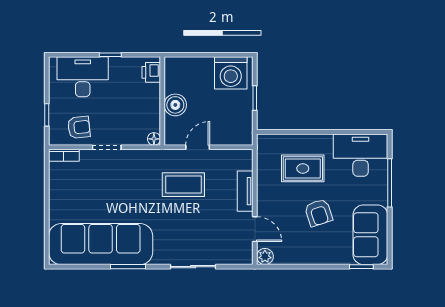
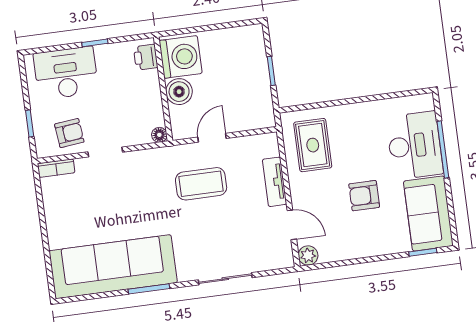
washing machine: (231, 73) -> (181, 57), moved, turned -90
desk: (361, 155) -> (415, 145), moved, turned 90
rug: (303, 168) -> (313, 145), moved, turned 90
armchair: (319, 213) -> (364, 196), turned 108

